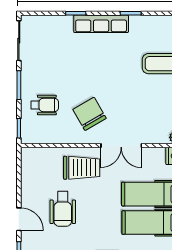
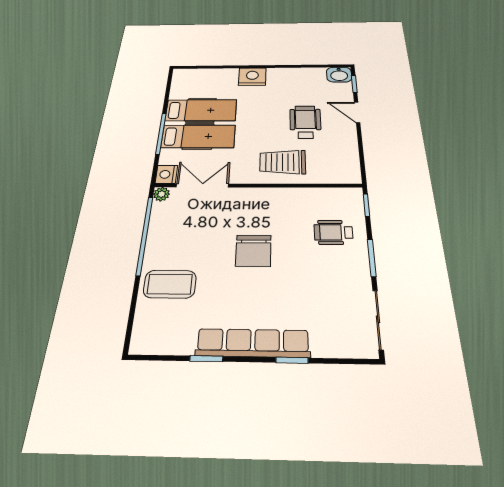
row of seats: (101, 24) -> (253, 343), width x1.36
chair: (90, 114) -> (253, 251), moved, turned 30
double door: (121, 145) -> (202, 185), moved

